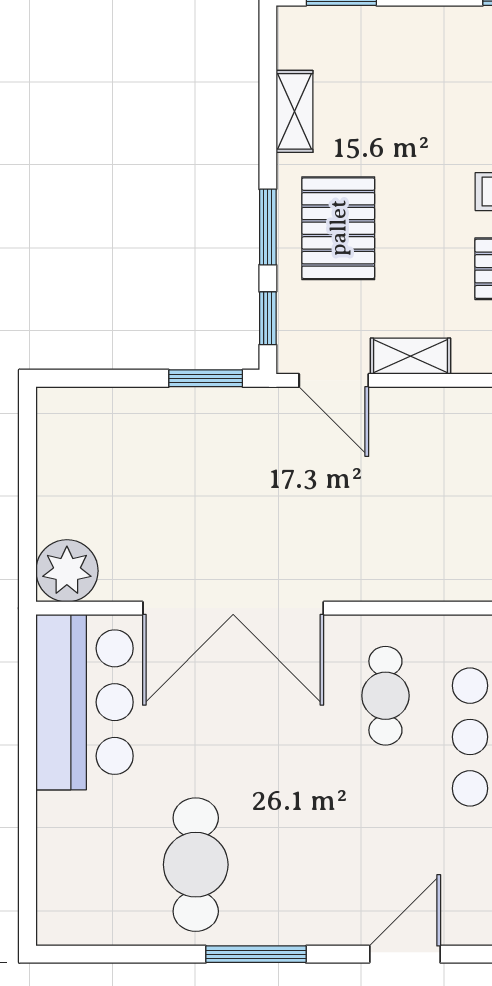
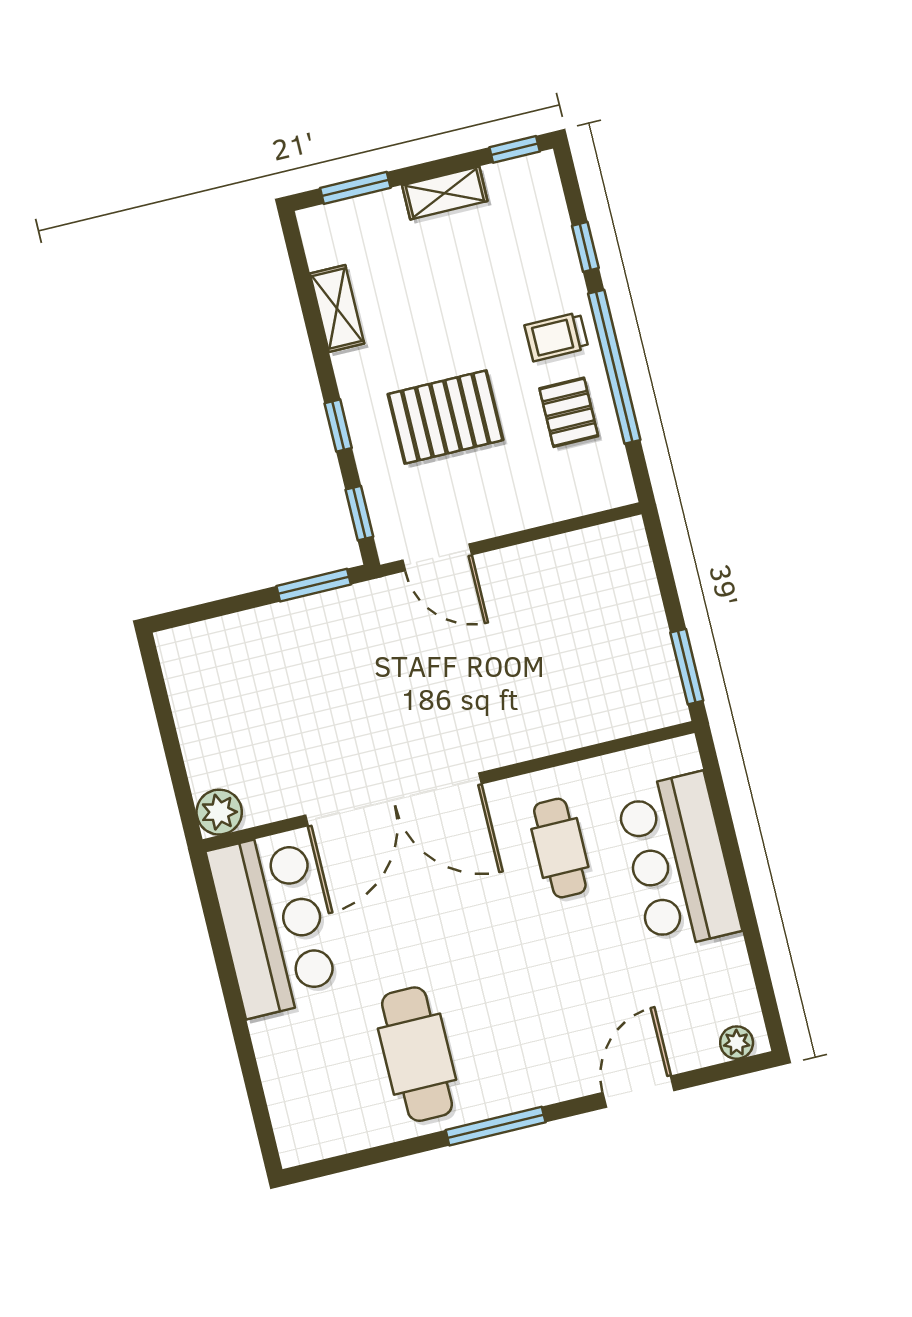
window: (268, 227) -> (338, 426), width x0.67
pallet: (338, 228) -> (446, 417), moved, turned 90
shelving: (410, 356) -> (445, 193), moved
plant: (67, 571) -> (219, 812), width x0.73, depth x0.73

